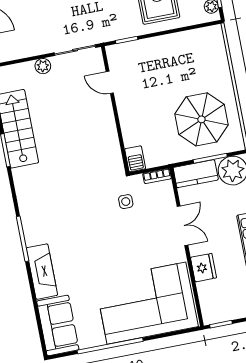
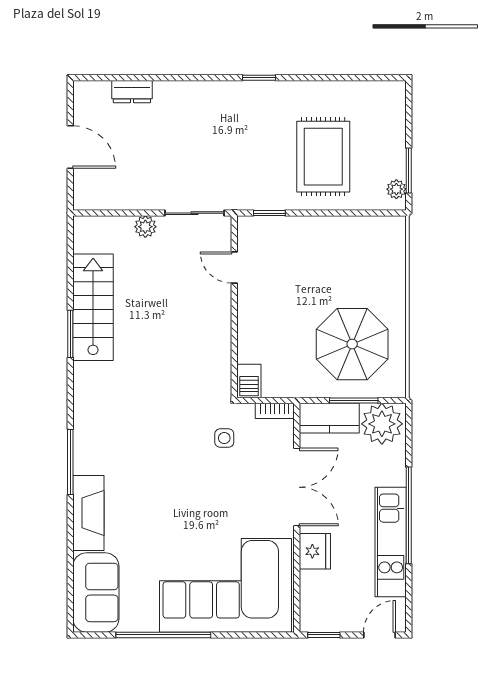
double door: (182, 226) -> (297, 487), width x1.37

